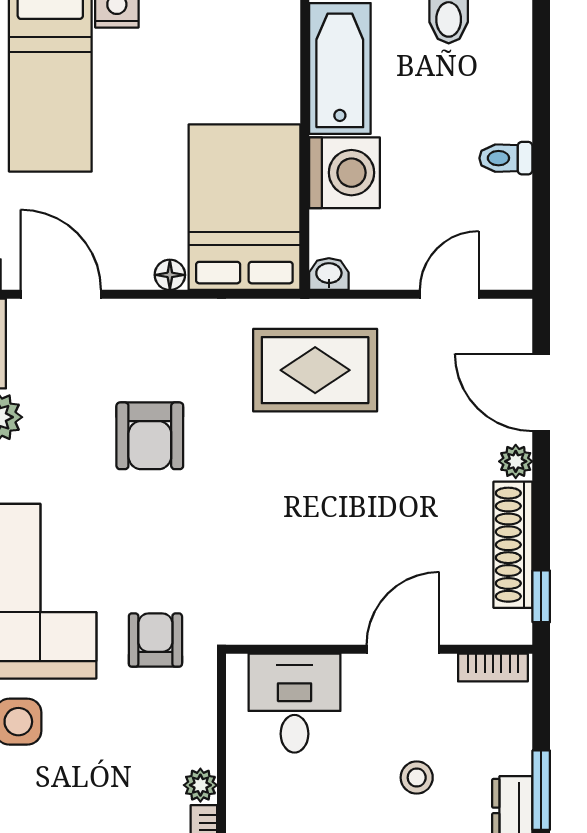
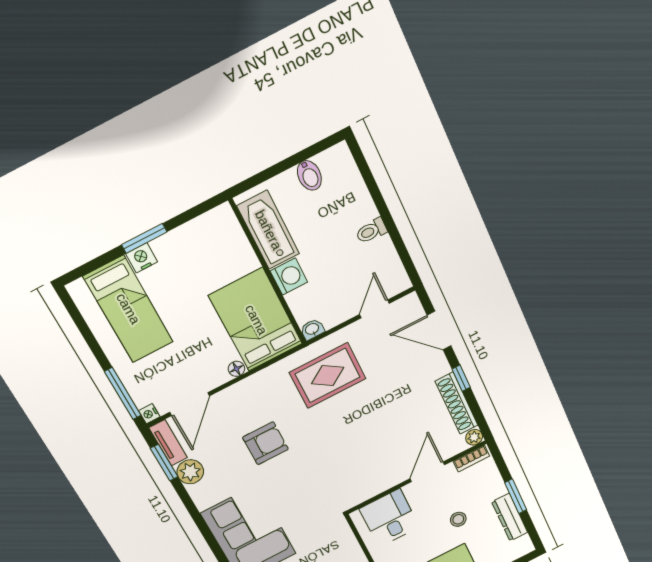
washing machine: (344, 173) -> (289, 277), width x0.73, depth x0.73
door: (61, 294) -> (190, 404), swing flipped
armchair: (150, 436) -> (265, 443), turned -90
plant: (516, 461) -> (474, 437), moved
window: (541, 596) -> (461, 378), moved
armchair: (155, 640) -> (314, 525), removed

